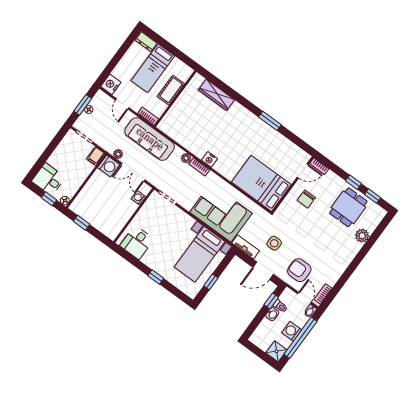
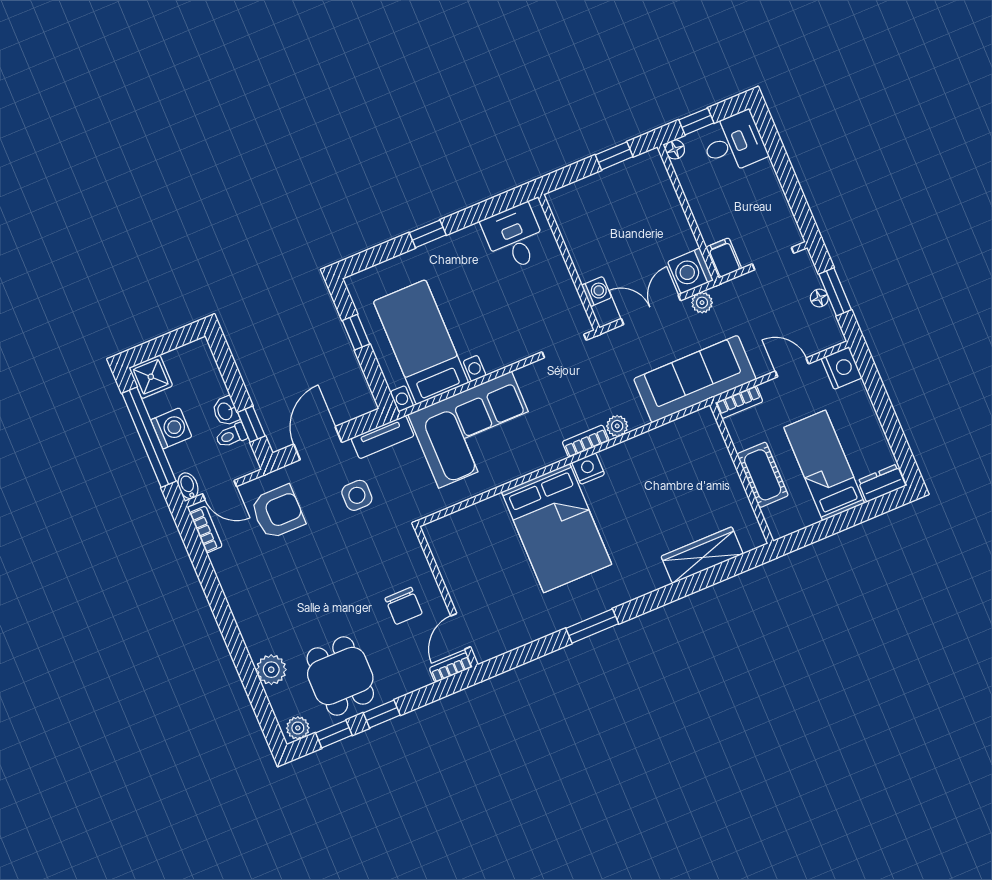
bed: (261, 183) -> (557, 528), moved, turned 90
chair: (306, 199) -> (404, 606), turned 180
plant: (379, 212) -> (298, 728), added

